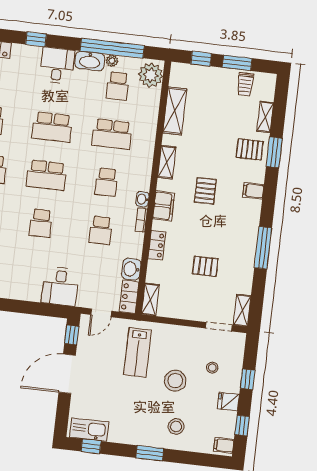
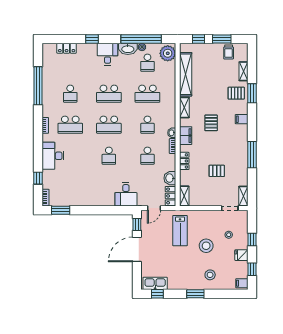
shelving: (175, 111) -> (186, 74), width x1.47

